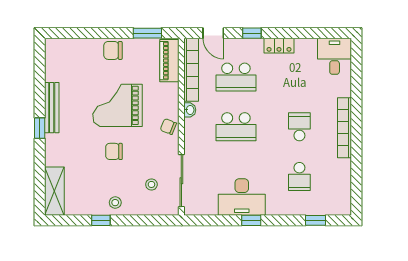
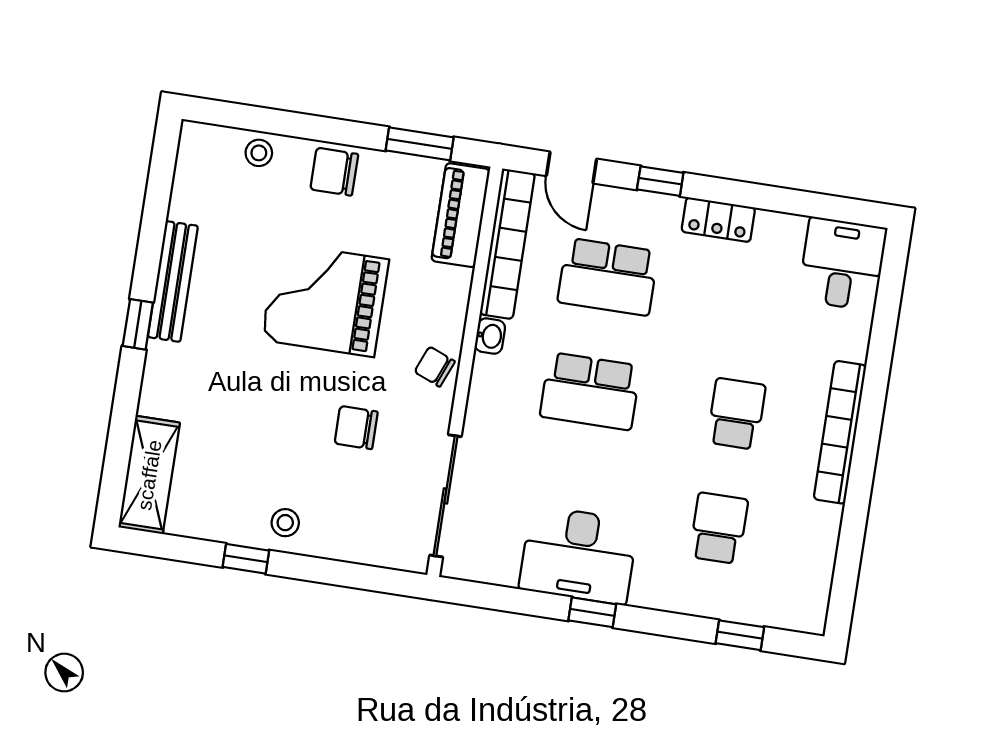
chair: (114, 151) -> (356, 428), moved
school desk: (299, 176) -> (719, 528), turned 180
stool: (151, 184) -> (259, 153), moved

